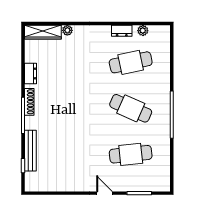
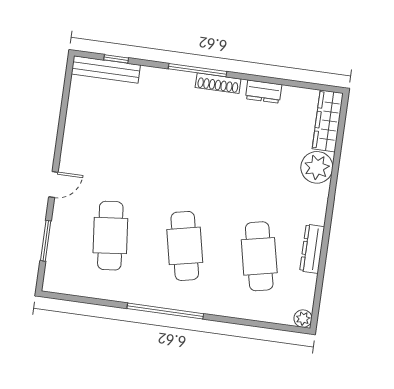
plant: (67, 30) -> (317, 167), width x1.88, depth x1.88
dresser: (122, 31) -> (312, 249), width x1.44
plant: (143, 31) -> (303, 319), moved
cafe table: (131, 108) -> (185, 246), turned -36
bench: (30, 151) -> (106, 70), moved

